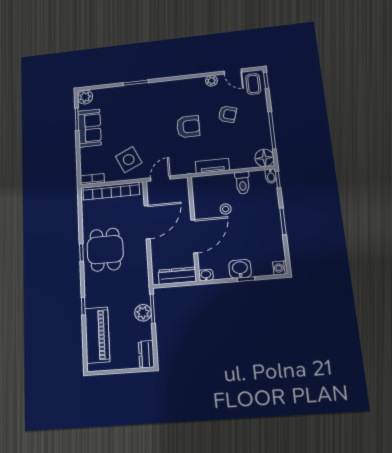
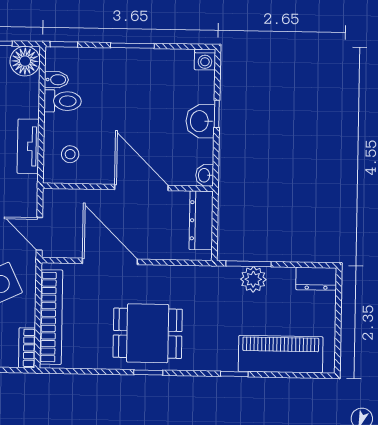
bidet: (271, 176) -> (56, 80), moved
stool: (226, 209) -> (70, 154), moved

